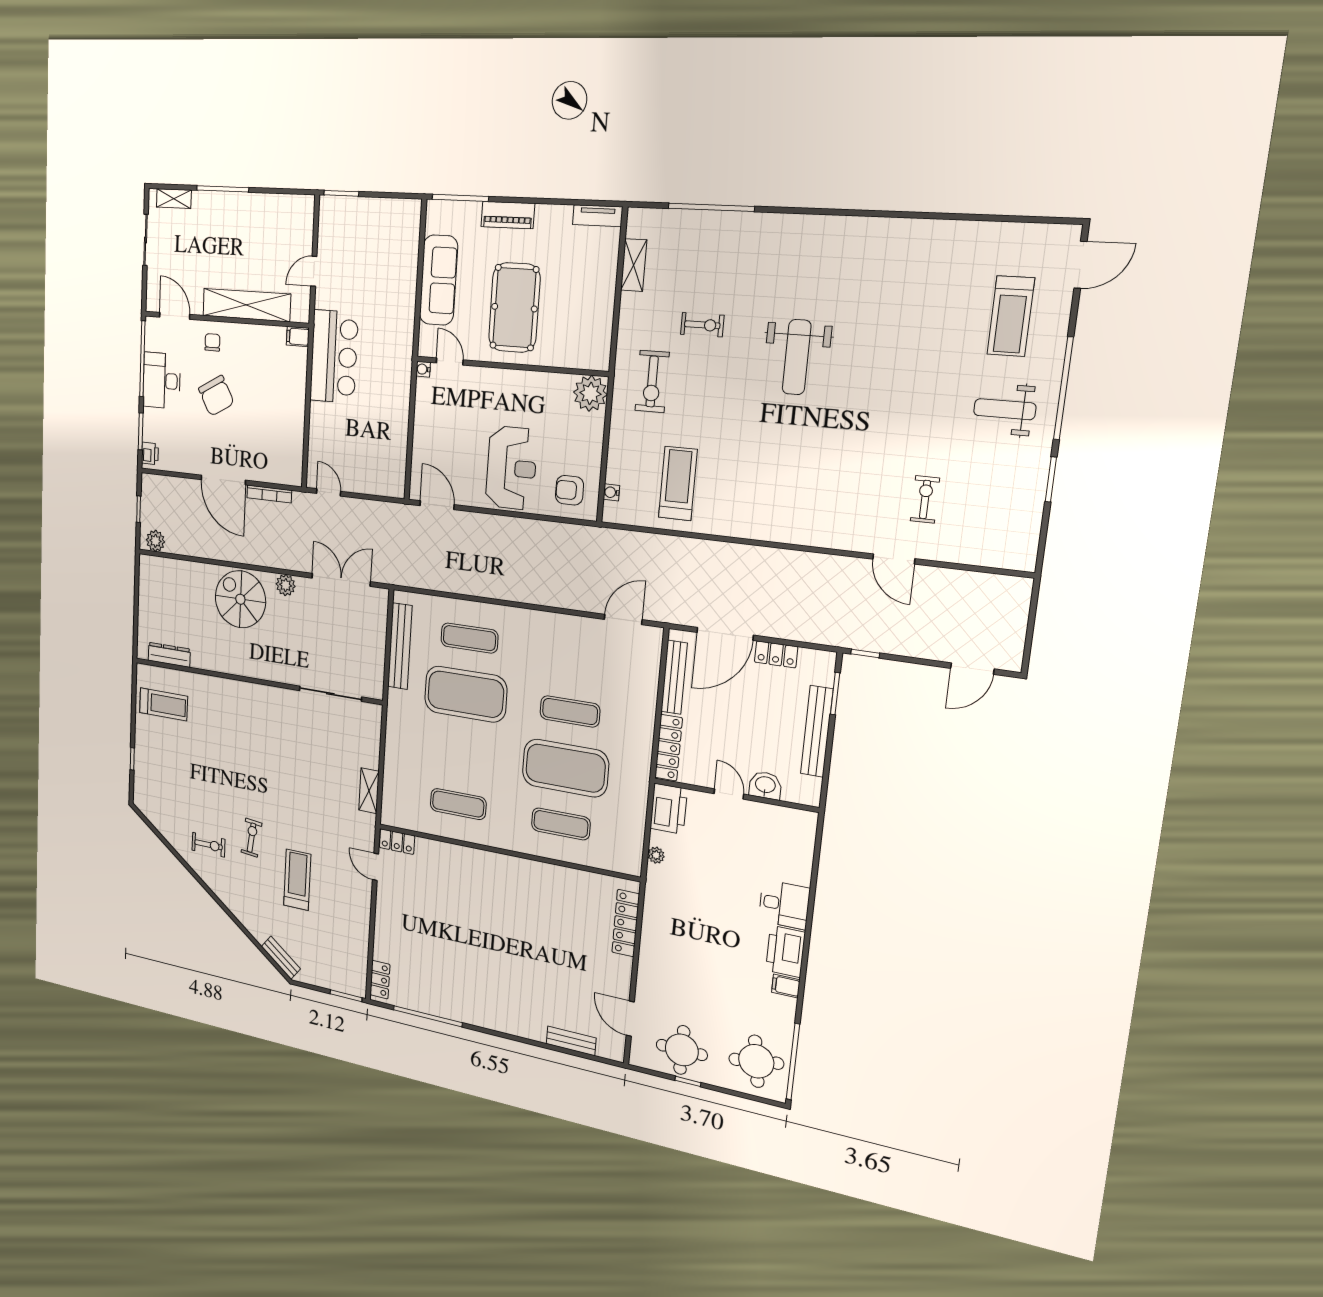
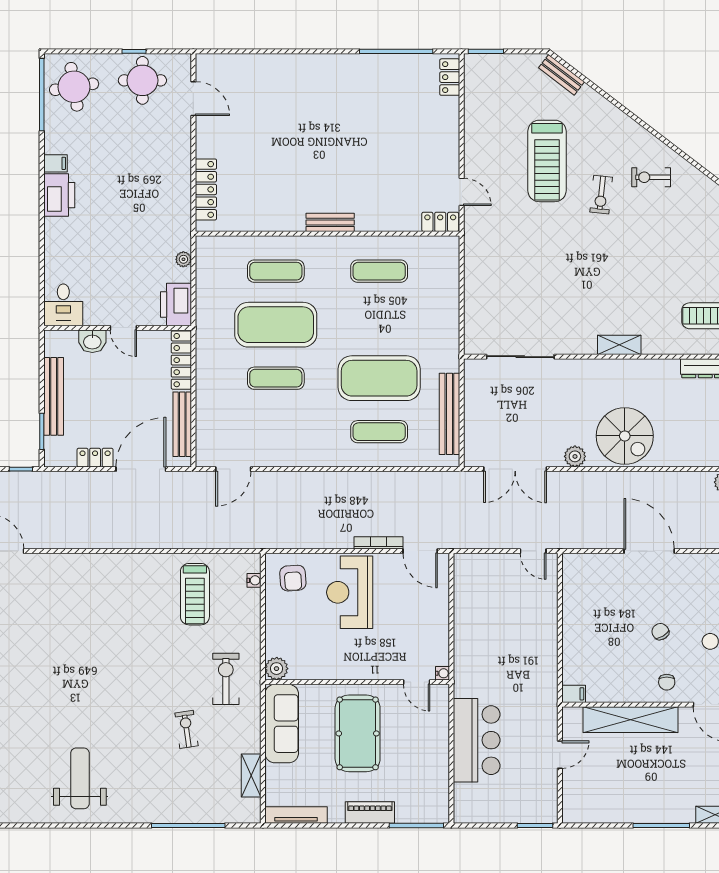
tv unit: (598, 216) -> (296, 815), width x1.41
sofa: (438, 280) -> (282, 724), moved, turned 180
exercise bike: (702, 325) -> (187, 729), turned 82
bar counter: (334, 357) -> (477, 740), moved, turned 180
weight bench: (797, 357) -> (80, 778), moved
plant: (590, 393) -> (277, 669), width x0.73, depth x0.73
chair: (216, 396) -> (660, 632), width x0.54, depth x0.54
armchair: (570, 490) -> (293, 578), turned 86
bookcase: (269, 494) -> (379, 543), moved
shelving: (369, 791) -> (619, 345), moved, turned 90
treadmill: (297, 880) -> (547, 161), width x1.37, depth x1.38
desk: (784, 904) -> (63, 305), moved, turned -90
bench: (571, 1041) -> (330, 222), moved

